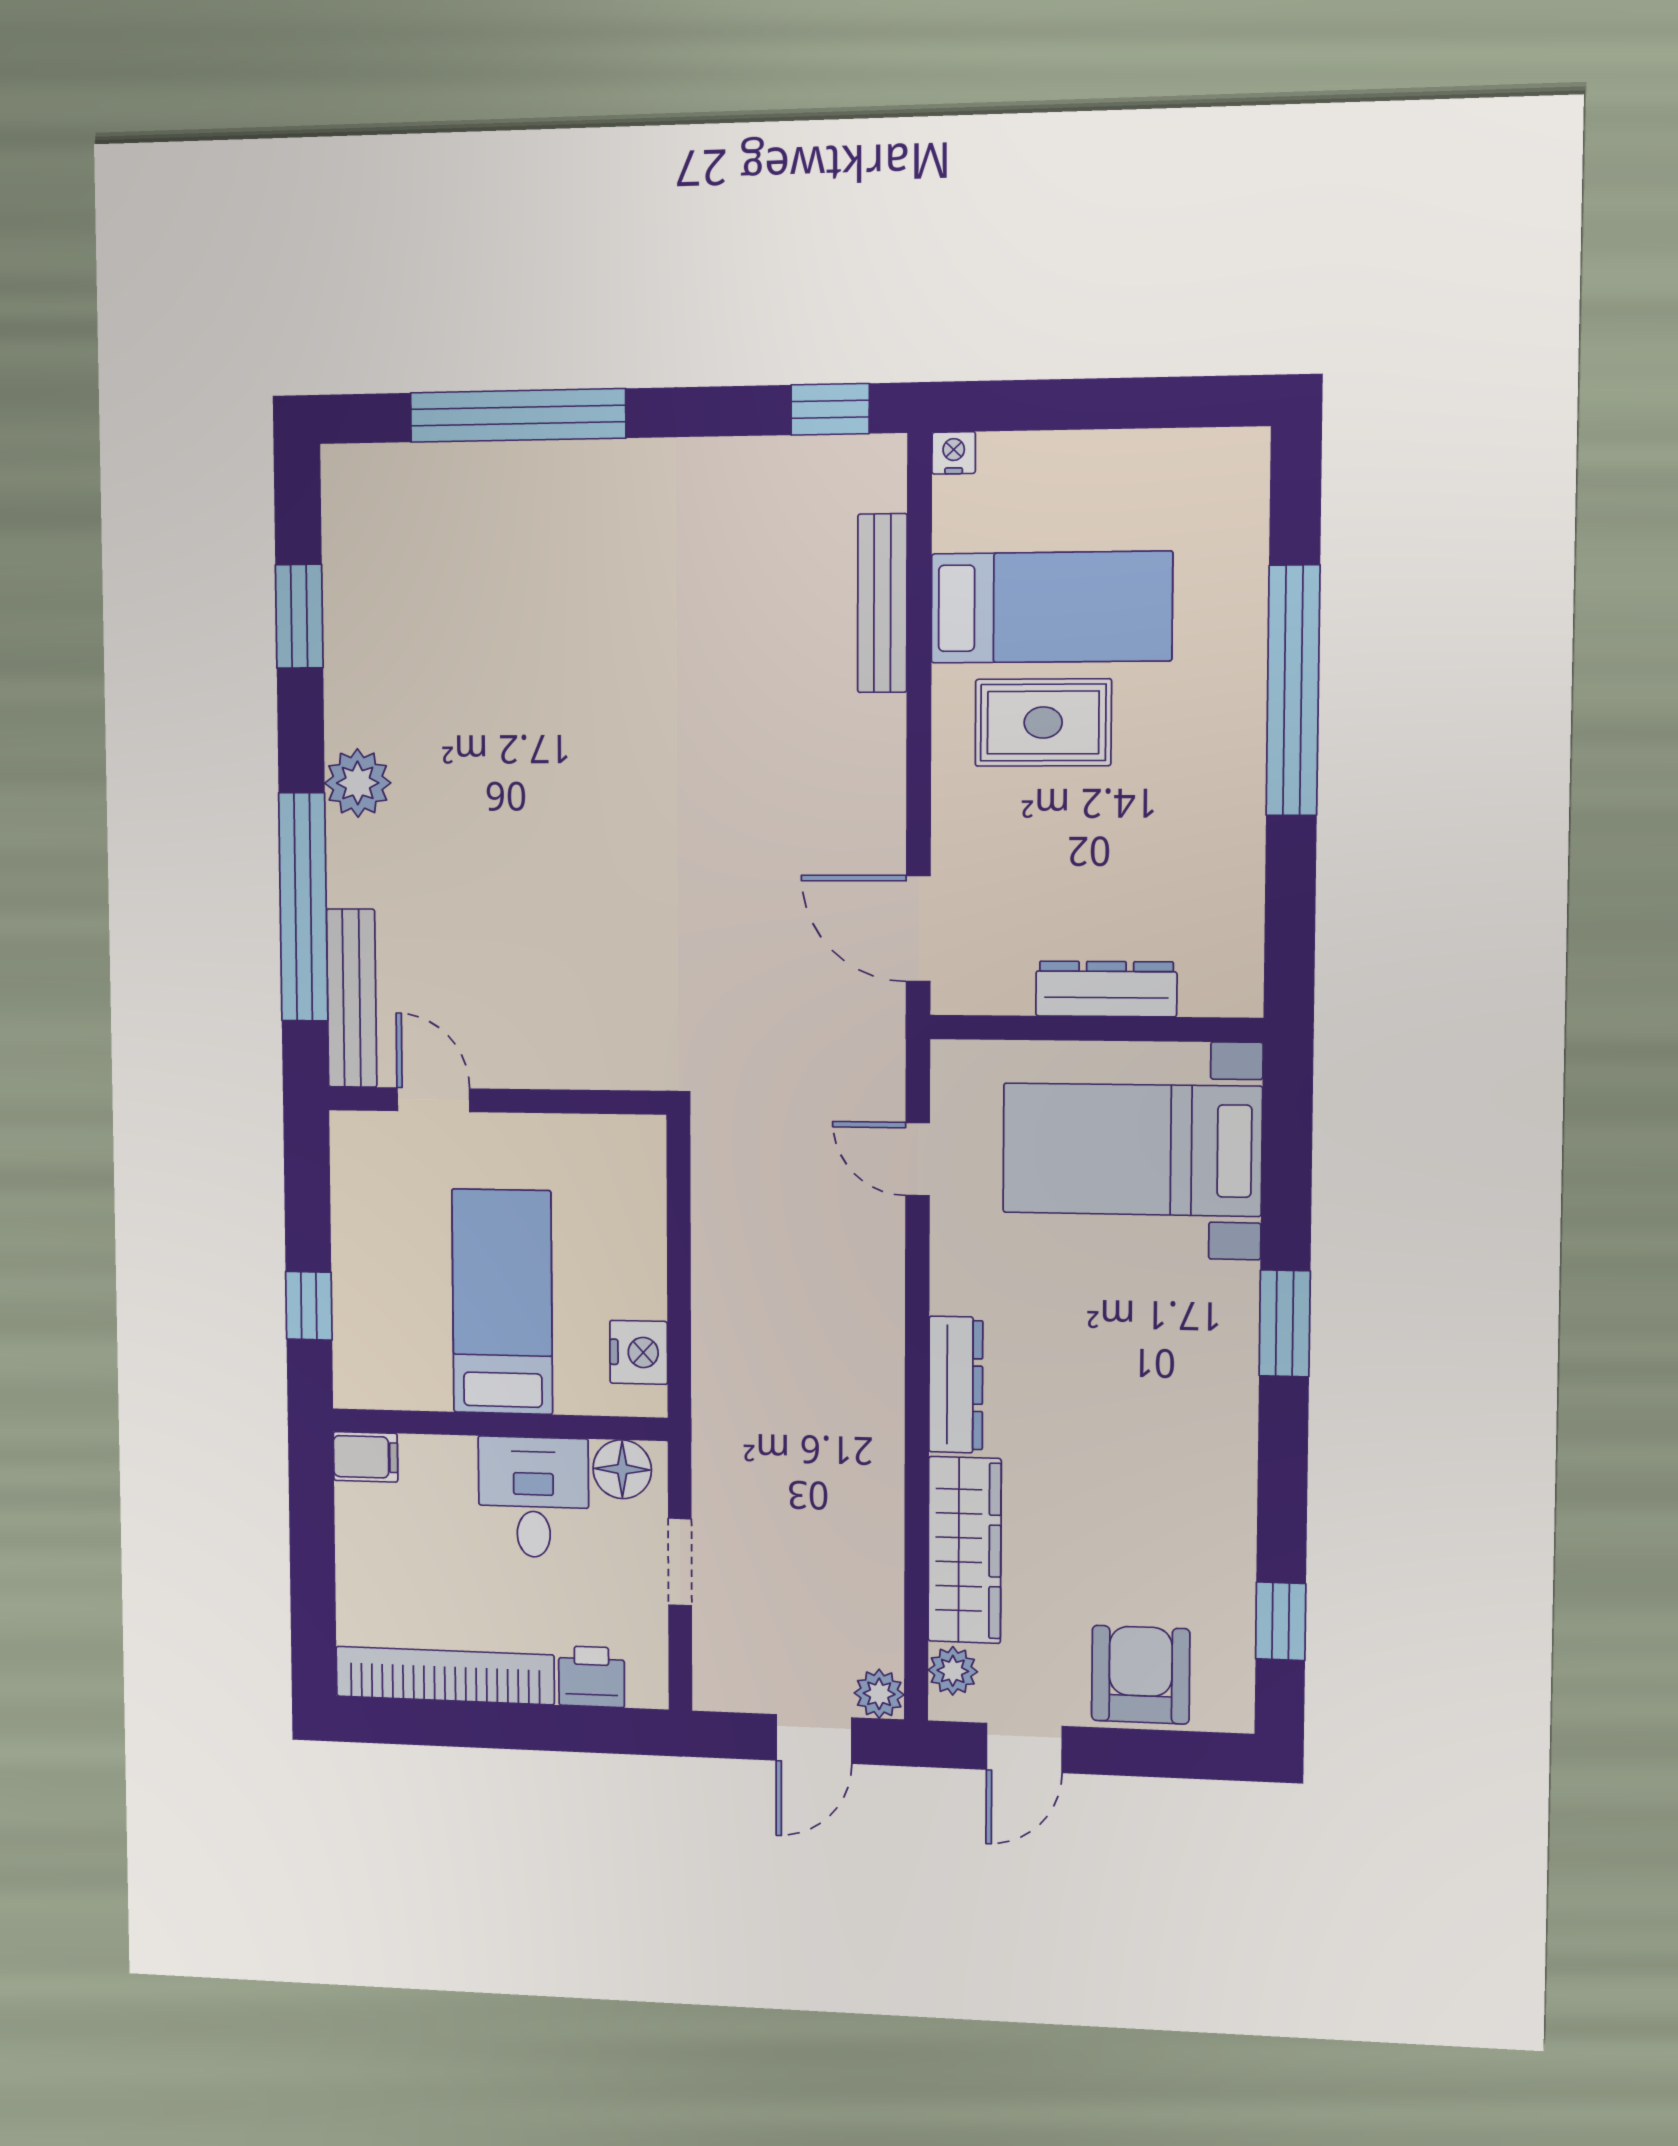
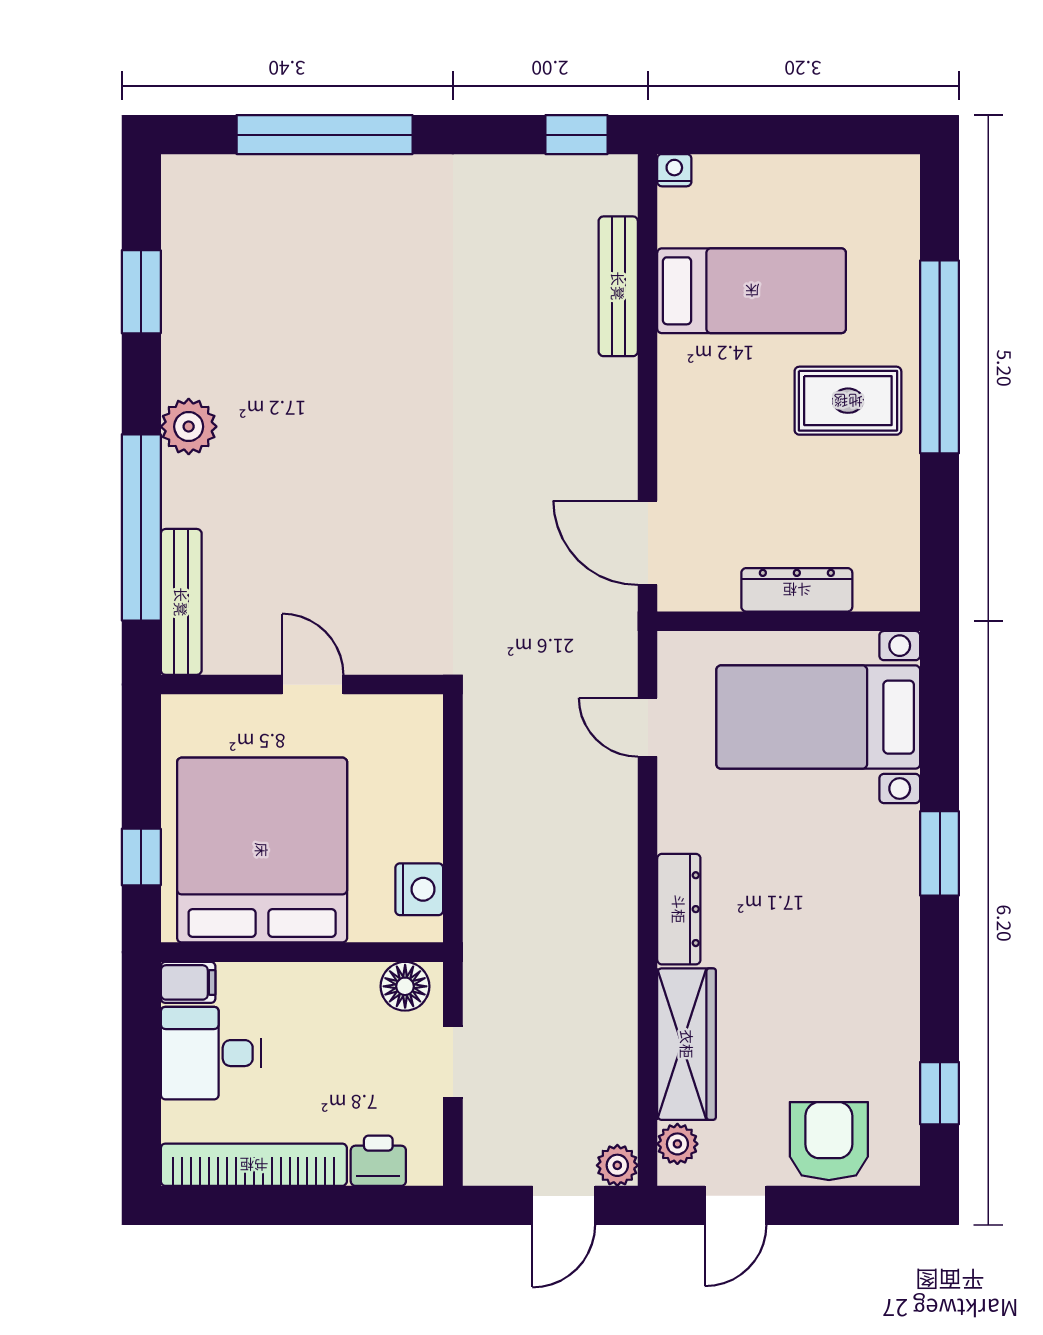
rug: (1043, 722) -> (848, 401), moved
door: (433, 1100) -> (313, 685), moved
bed: (502, 1302) -> (262, 850), width x2.04
desk: (533, 1497) -> (211, 1053), moved, turned -90

